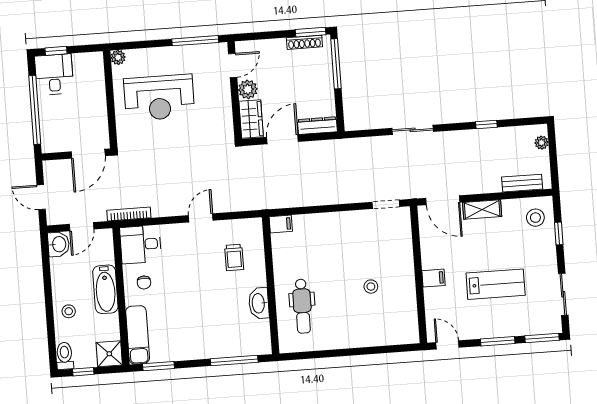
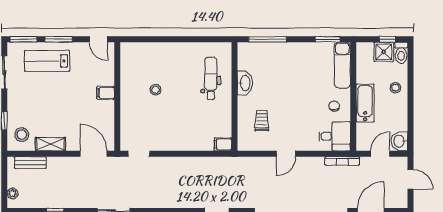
shelving: (482, 209) -> (50, 144), moved
lab bench: (496, 284) -> (47, 61), moved
shower: (109, 354) -> (384, 52), moved

